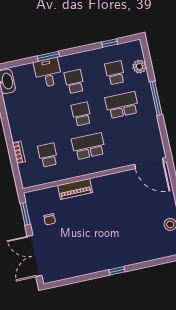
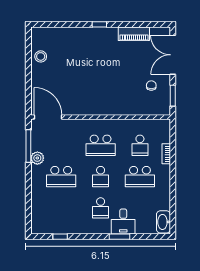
plant: (139, 67) -> (37, 158), moved
school desk: (115, 73) -> (140, 177), moved, width x1.85
window: (156, 98) -> (28, 146), moved
piano: (75, 189) -> (134, 34), moved, turned 180
double door: (34, 256) -> (173, 55), swing flipped

